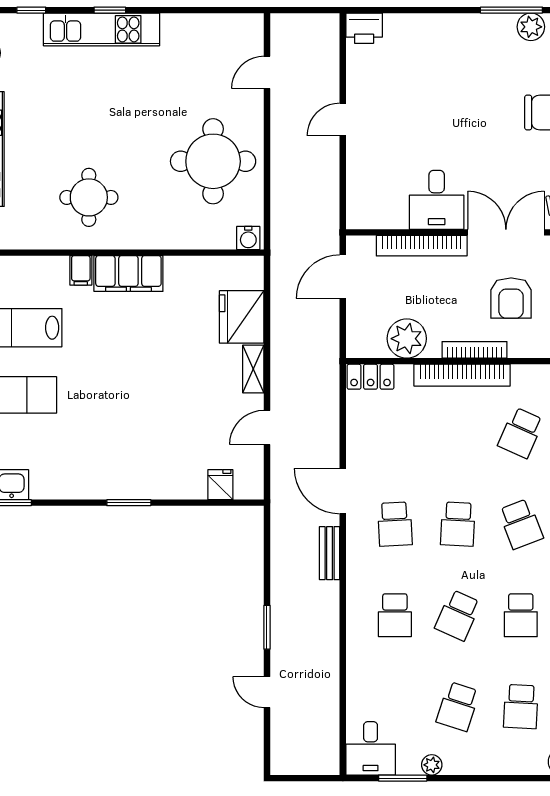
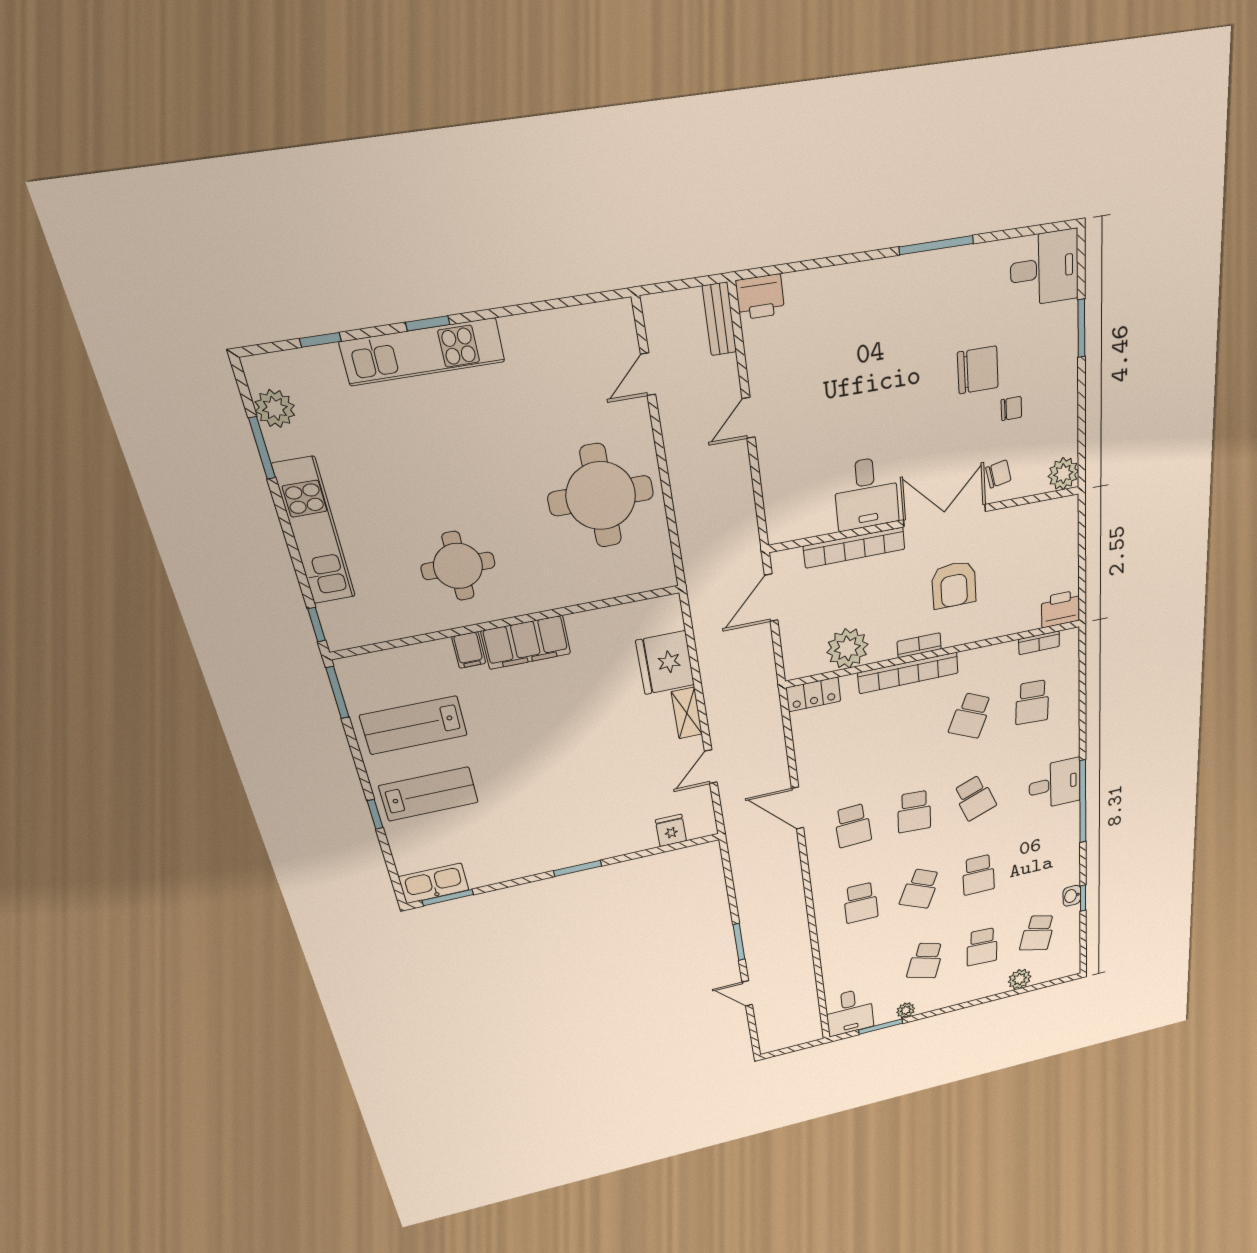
plant: (531, 27) -> (960, 264), removed
water cooler: (248, 238) -> (658, 576), removed
bookcase: (474, 350) -> (919, 645), width x0.64
bench: (330, 553) -> (719, 319), moved

